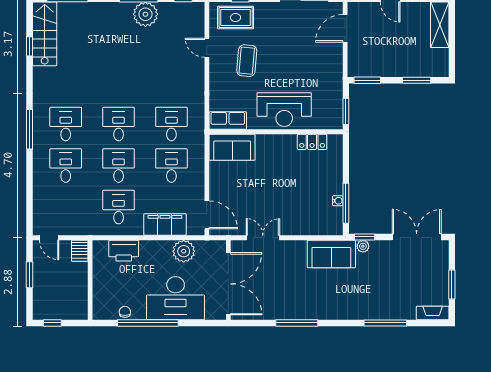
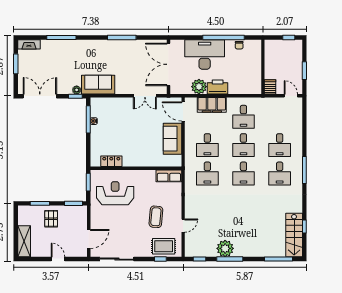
door: (207, 48) -> (183, 226), hinge flipped
pallet: (400, 58) -> (51, 219), added
reception desk: (284, 110) -> (115, 193), moved
sofa: (232, 147) -> (173, 139), moved, turned -90
double door: (417, 237) -> (40, 96), swing flipped
printer: (124, 251) -> (218, 87), moved

